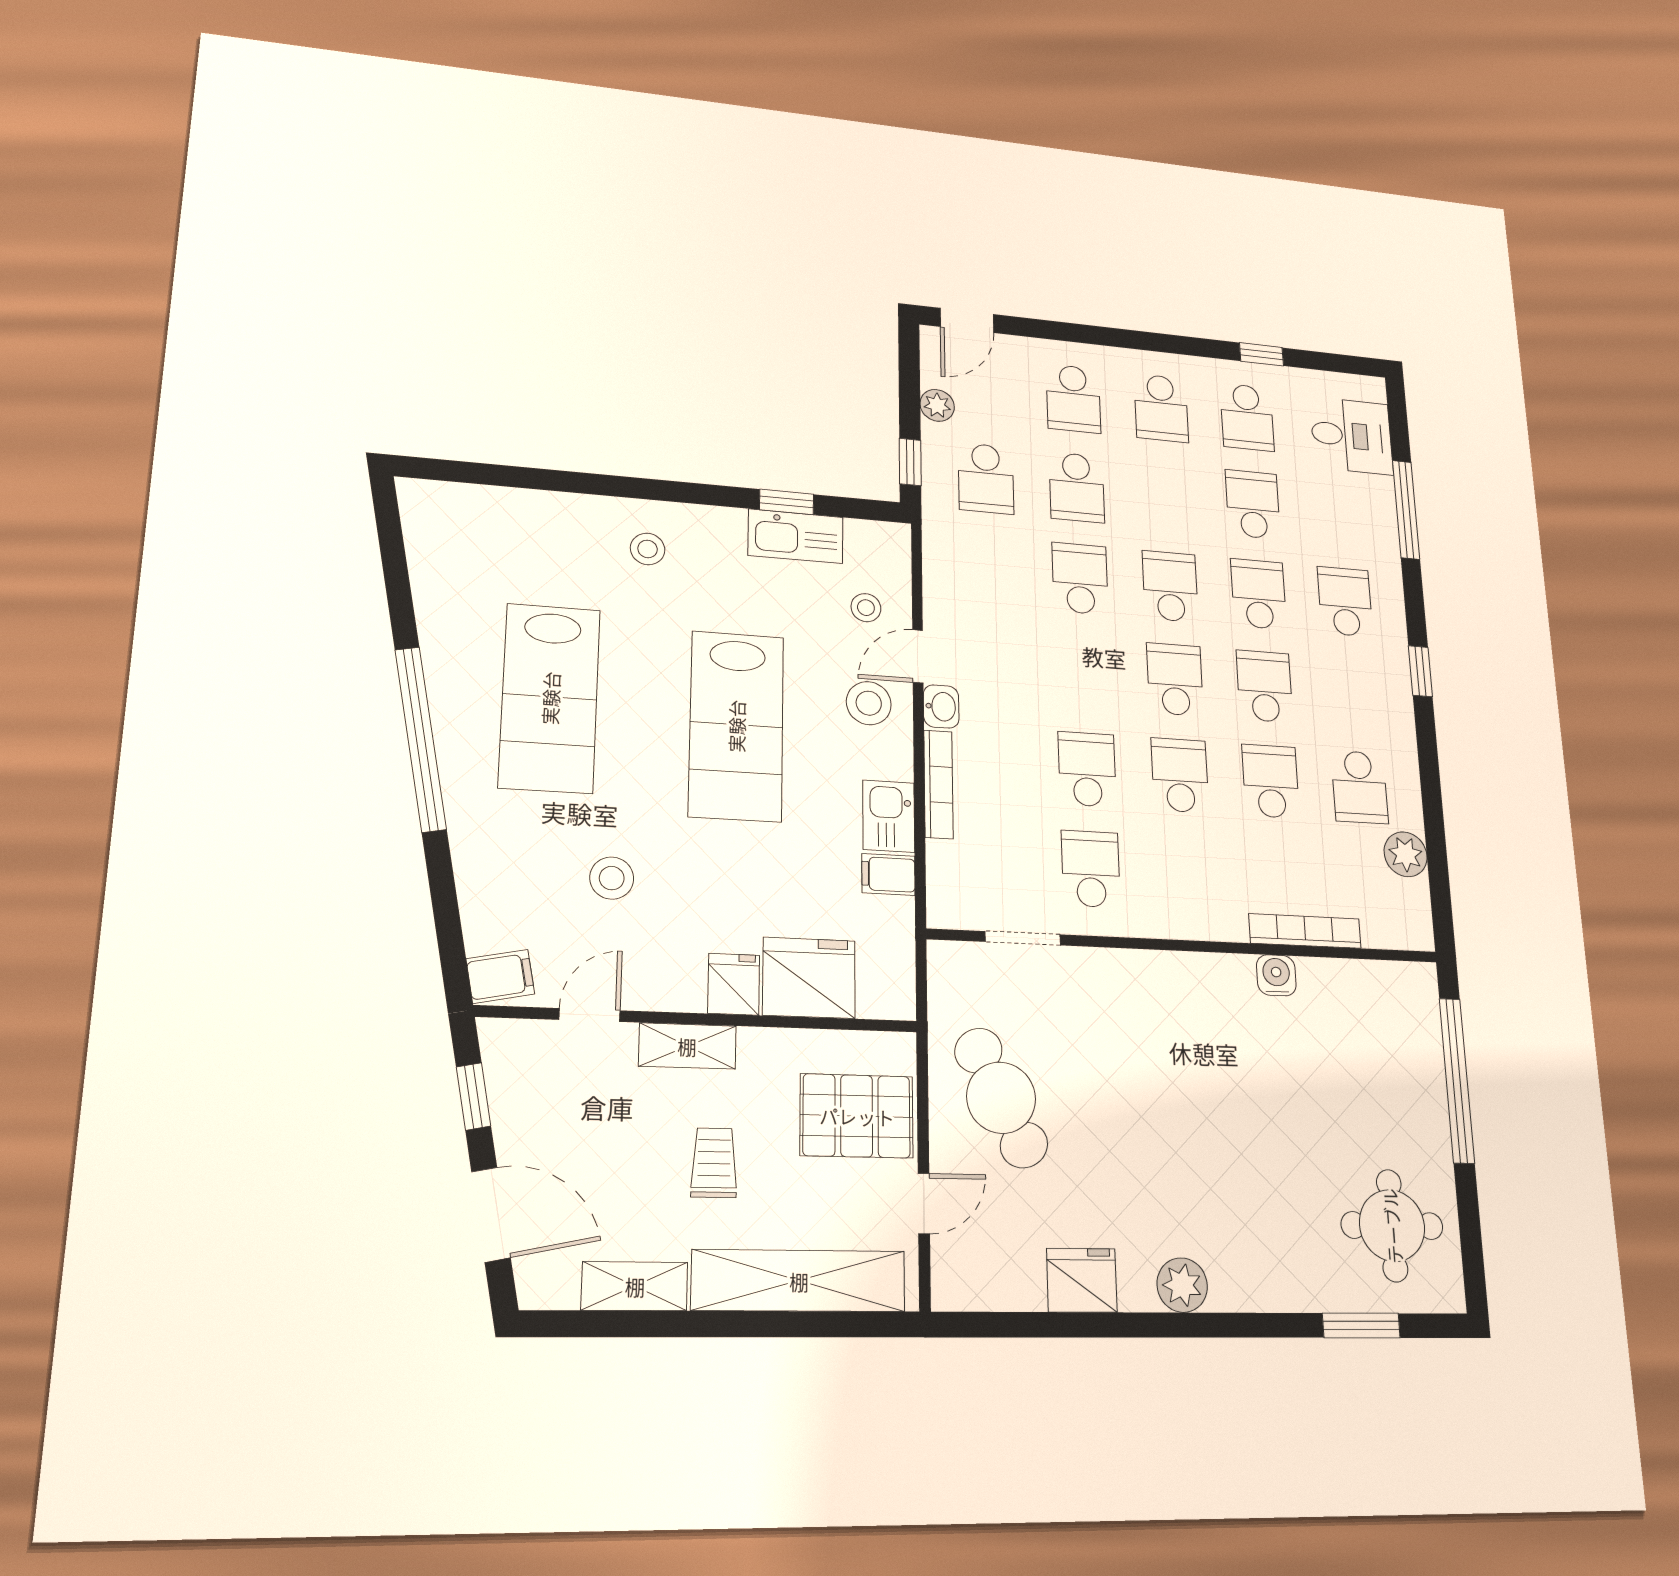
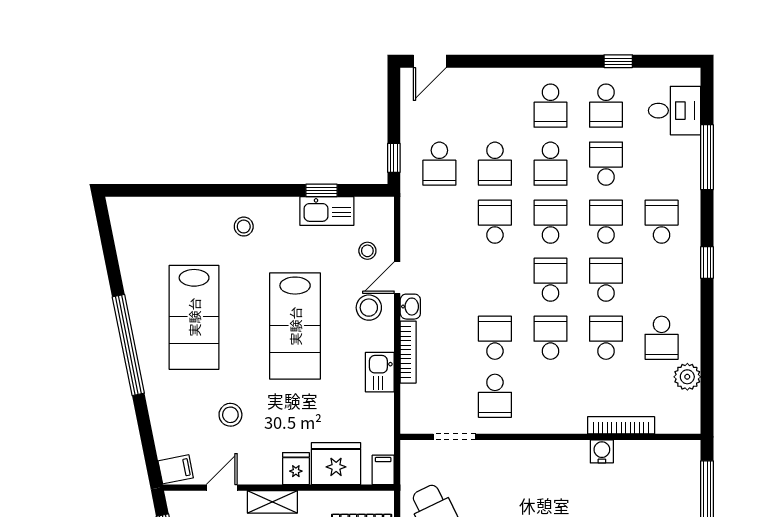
school desk: (1073, 399) -> (550, 164), moved
plant: (937, 405) -> (411, 120), removed
school desk: (1091, 869) -> (495, 396), turned 180
filing cabinet: (888, 874) -> (383, 470), moved, turned 90

